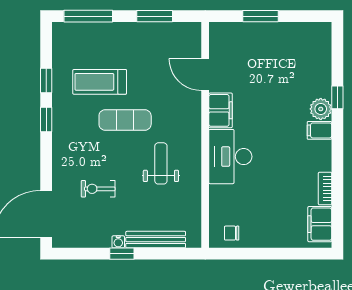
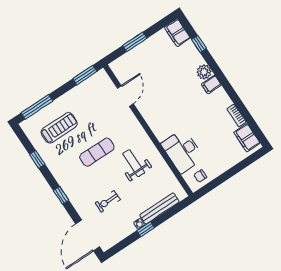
window: (155, 16) -> (85, 75), moved
door: (205, 75) -> (125, 96), swing flipped
treadmill: (100, 82) -> (59, 128), moved, turned 180
window: (337, 97) -> (199, 44), moved
filing cabinet: (221, 110) -> (177, 33), moved, turned 180
window: (46, 120) -> (61, 195), moved
desk: (230, 157) -> (183, 151), moved

